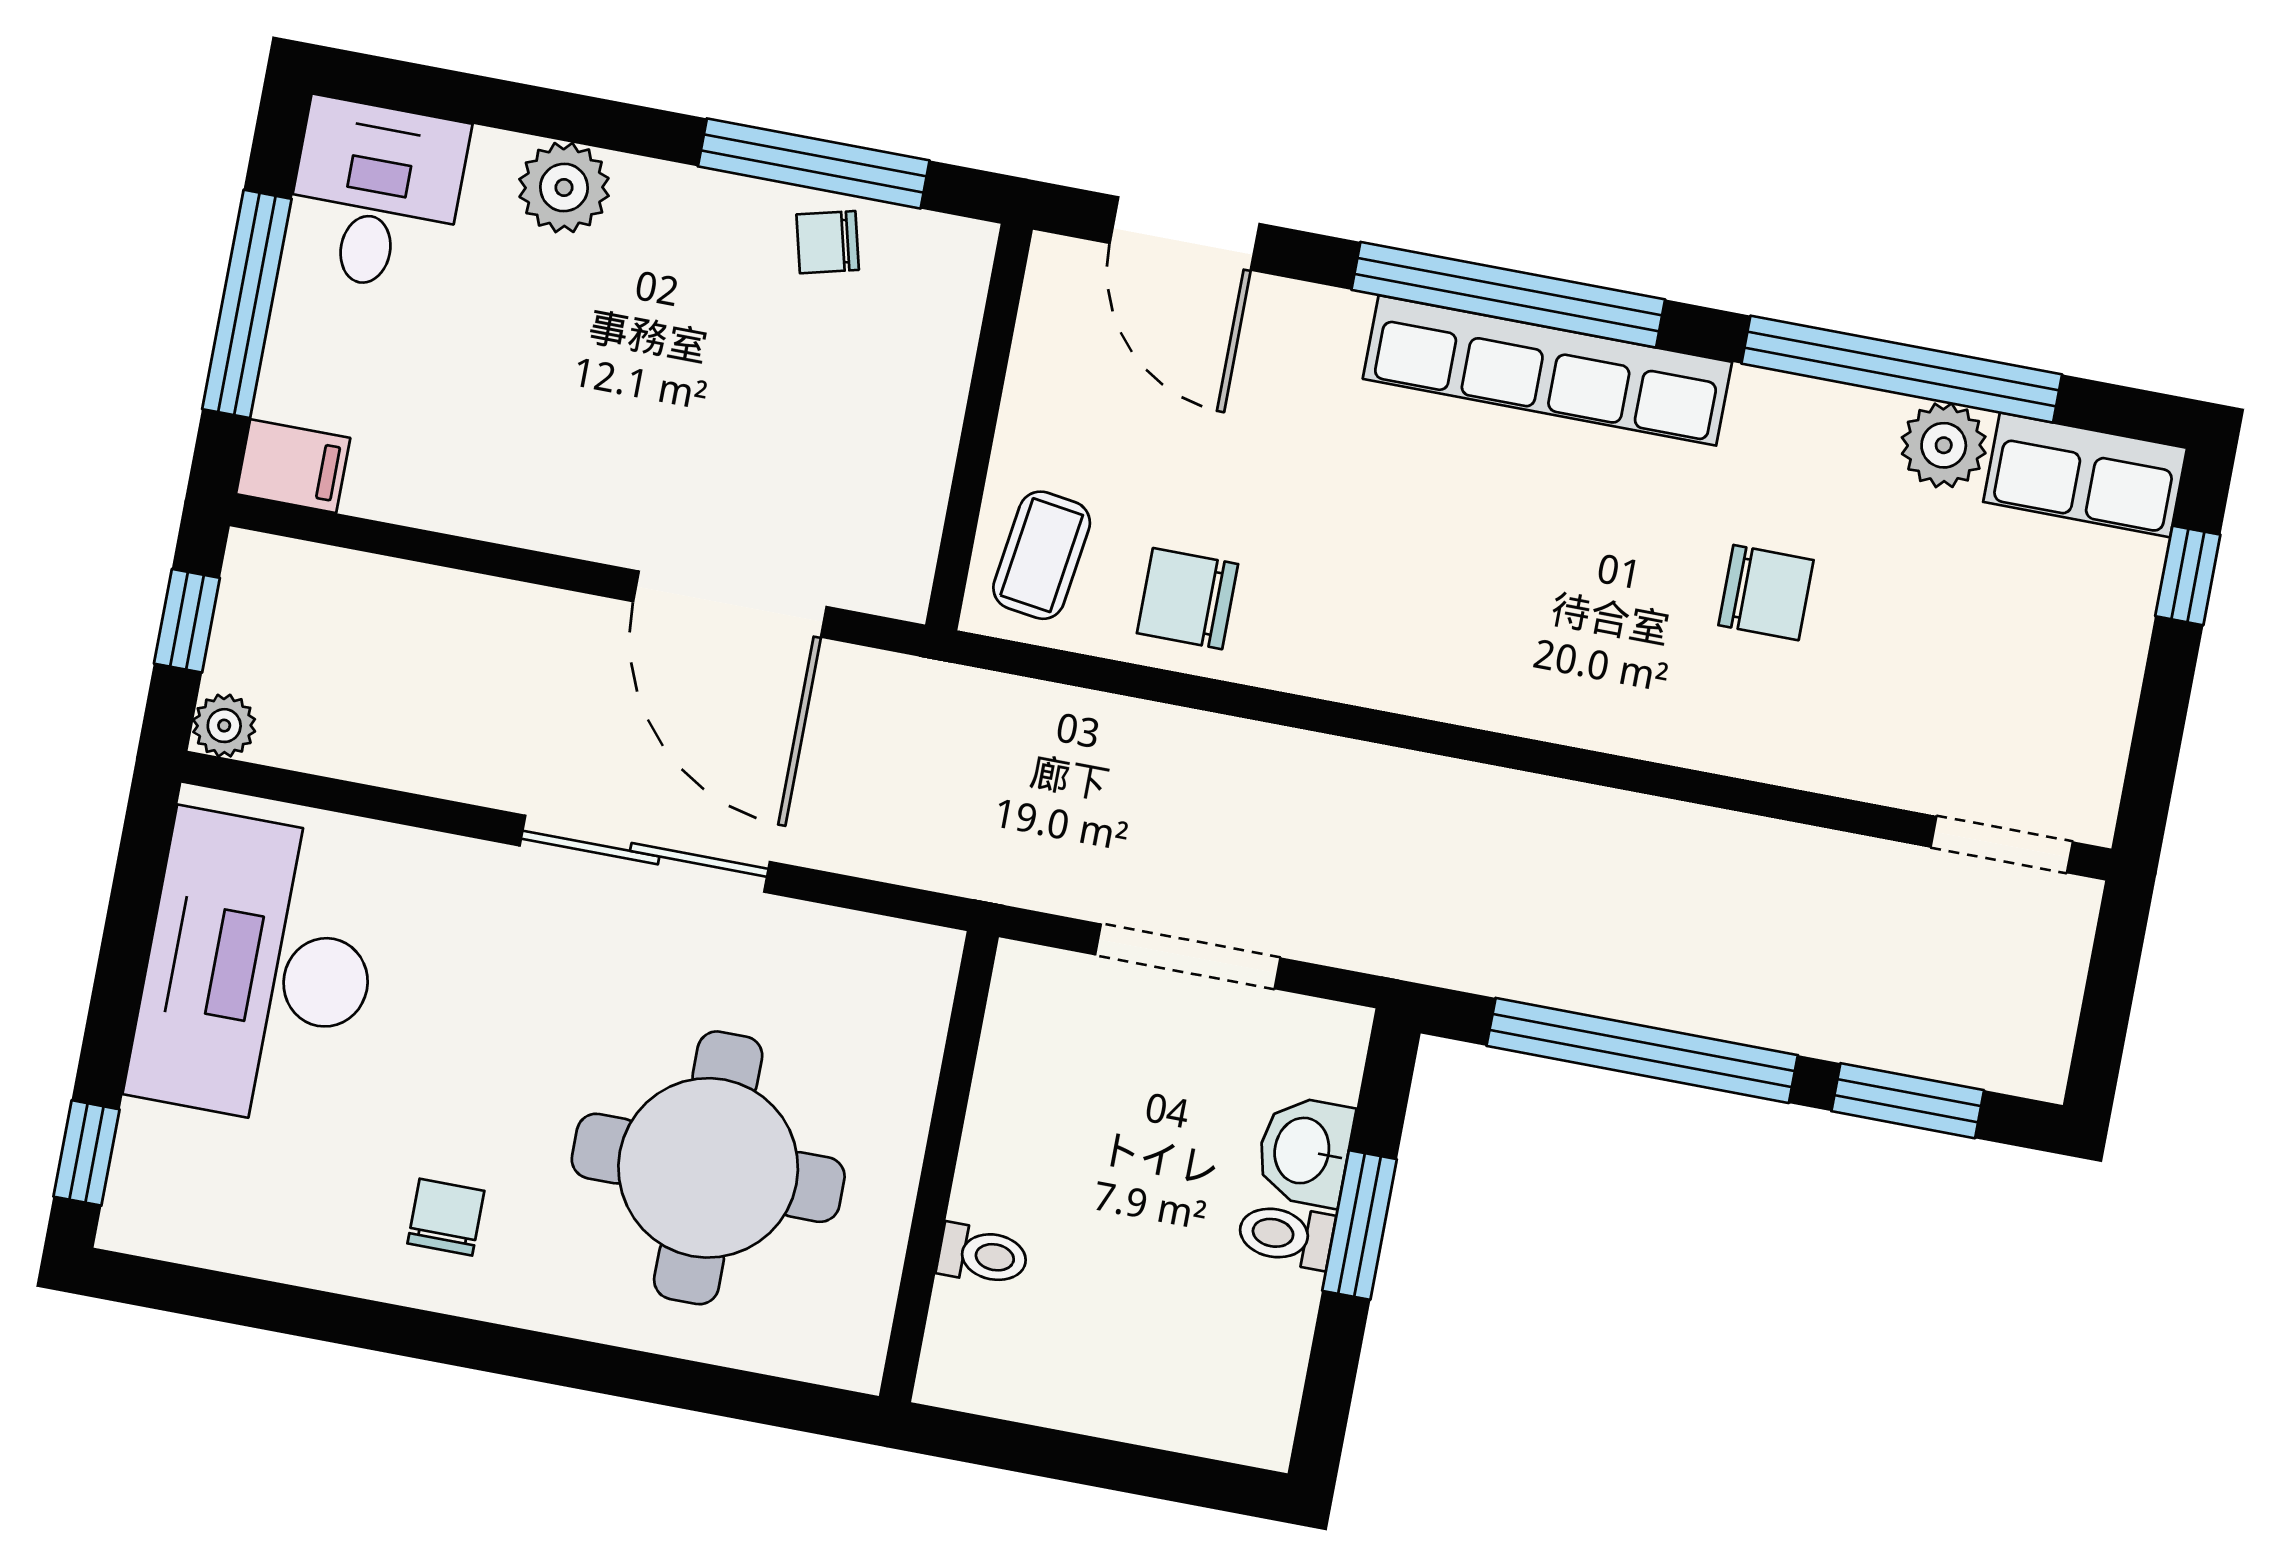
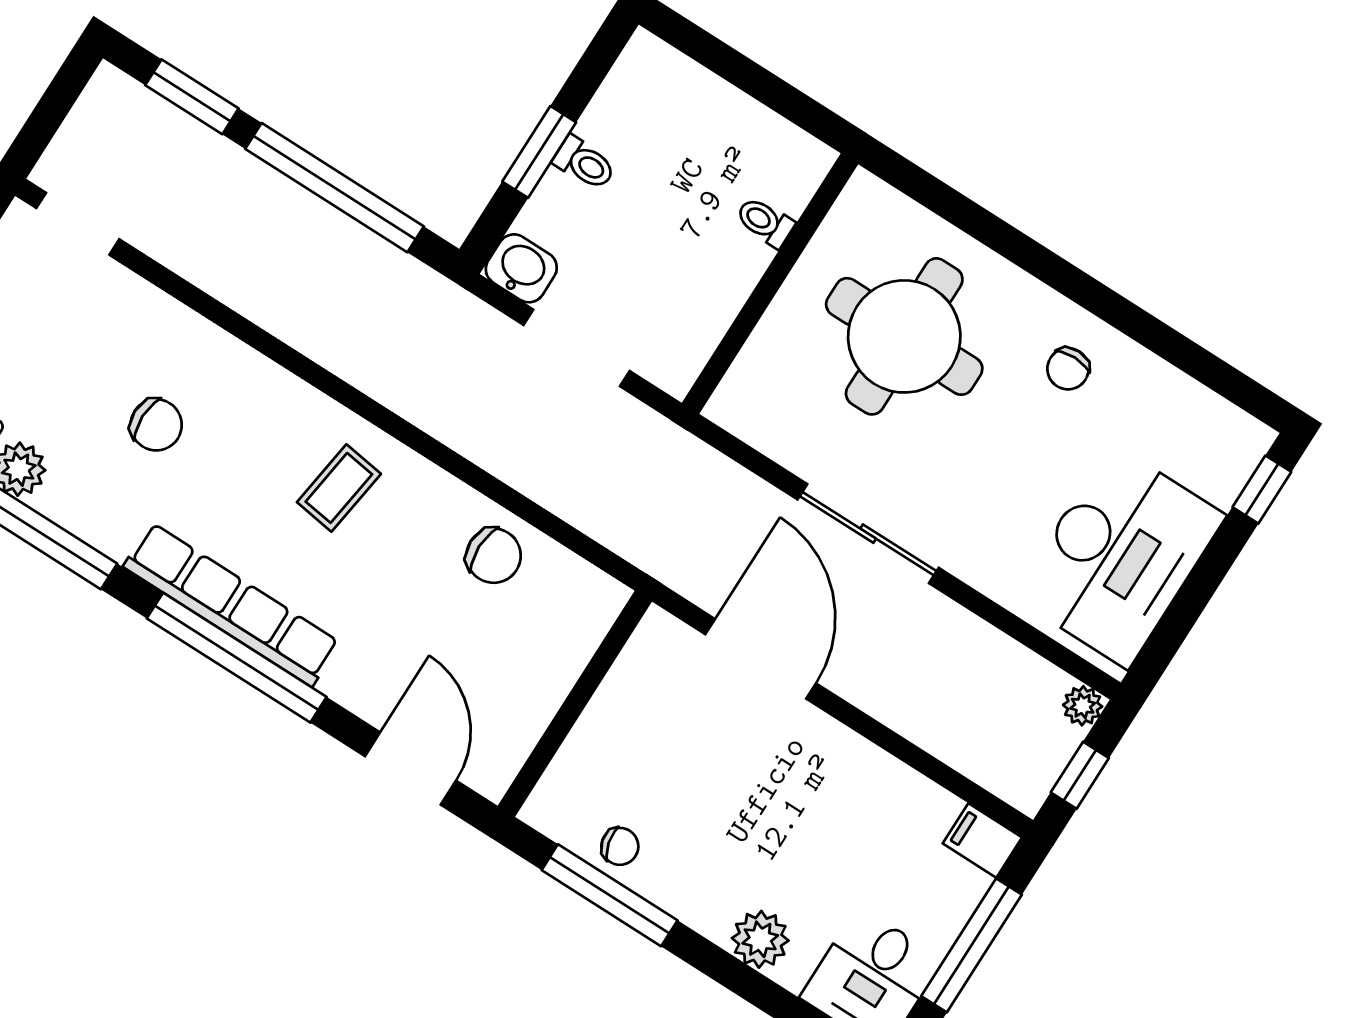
coffee table: (1042, 555) -> (339, 488), moved
chair: (1766, 593) -> (156, 425), turned 180
washbasin: (1304, 1151) -> (521, 268), moved, turned -90

